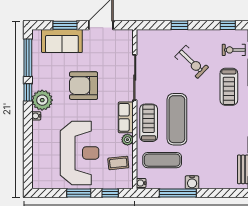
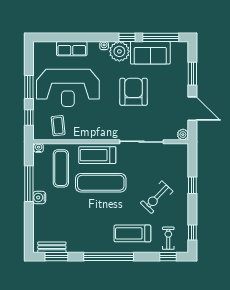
sofa: (62, 41) -> (150, 53), moved, turned -90
row of seats: (126, 117) -> (72, 49), moved, turned 180
treadmill: (149, 123) -> (97, 155), turned 180
plant: (127, 140) -> (183, 135), moved

